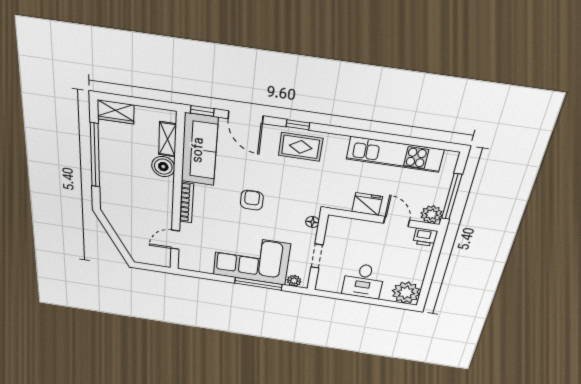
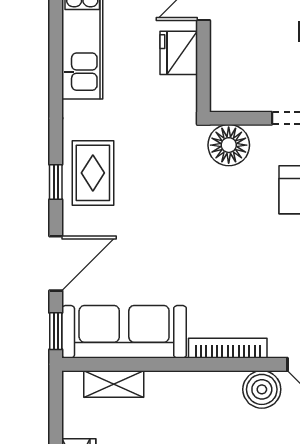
boiler: (163, 167) -> (262, 389), moved
armchair: (252, 200) -> (204, 240), removed
floor lamp: (312, 222) -> (229, 145), width x1.89, depth x1.89

